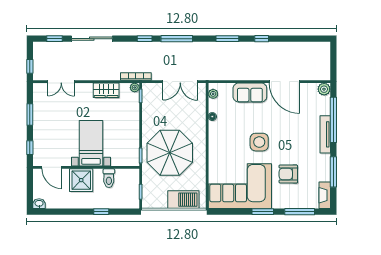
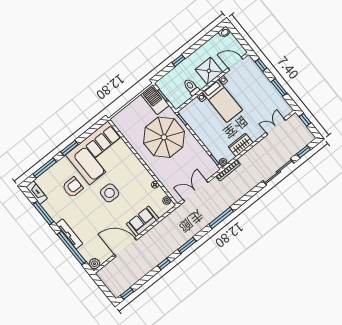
window: (145, 39) -> (127, 293), moved
barbecue: (183, 200) -> (155, 100), moved, turned 90

